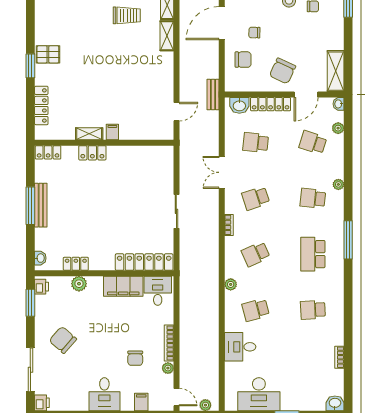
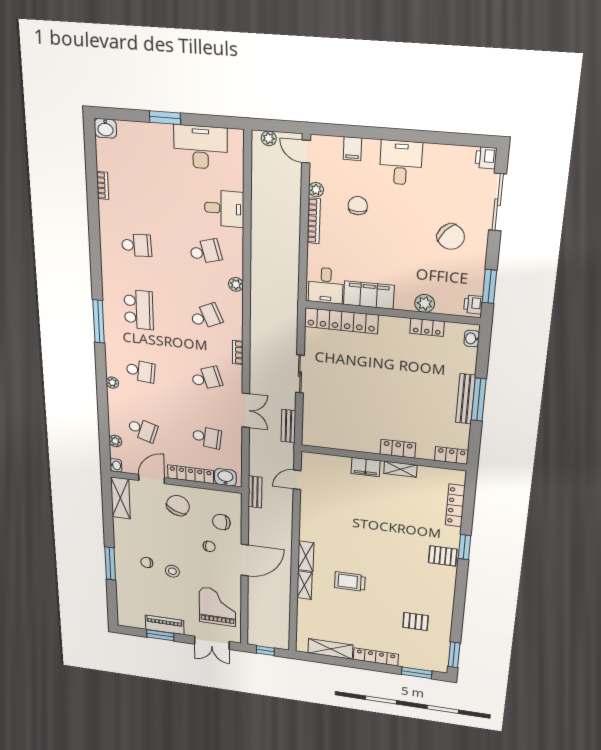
filing cabinet: (112, 132) -> (366, 467), width x2.00
bench: (185, 162) -> (288, 426), added

